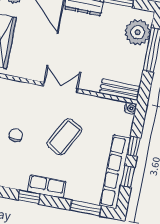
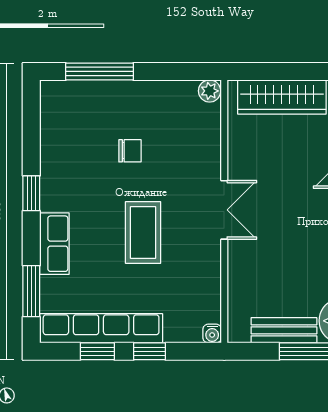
bench: (120, 90) -> (284, 330), moved, turned 90
coffee table: (64, 137) -> (143, 233), turned 61
row of seats: (47, 187) -> (54, 244), moved

